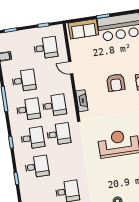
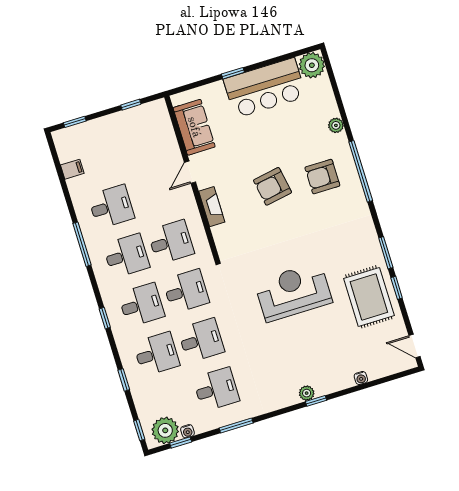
sofa: (83, 29) -> (194, 127), moved, turned -90
desk: (46, 48) -> (201, 340), moved
door: (71, 68) -> (190, 172), hinge flipped
armchair: (116, 83) -> (272, 186), turned 80
fireplace: (82, 101) -> (212, 207), moved

